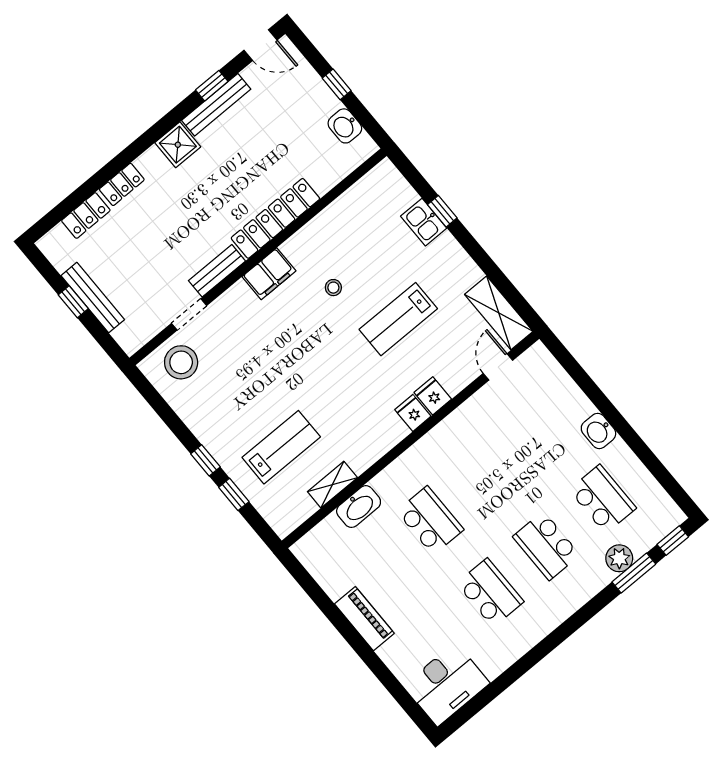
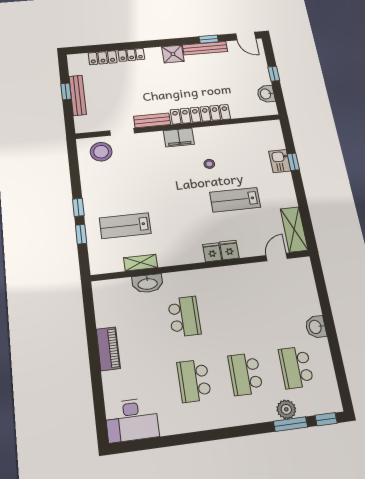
lab bench: (281, 447) -> (125, 226), turned 180
school desk: (603, 499) -> (296, 367), turned 180
school desk: (490, 593) -> (194, 381), turned 180

